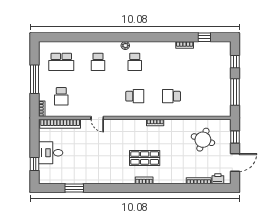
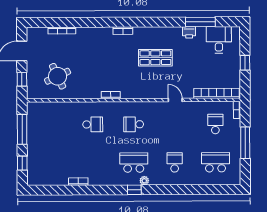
window: (204, 37) -> (134, 190), moved
school desk: (135, 62) -> (134, 163), width x1.85
round table: (203, 140) -> (58, 76), turned 45
desk: (51, 153) -> (219, 40), moved, turned -90
shop shelf: (145, 158) -> (155, 58), moved
window: (34, 164) -> (245, 63), moved
printer: (218, 179) -> (189, 32), moved
window: (74, 188) -> (200, 22), width x1.44

